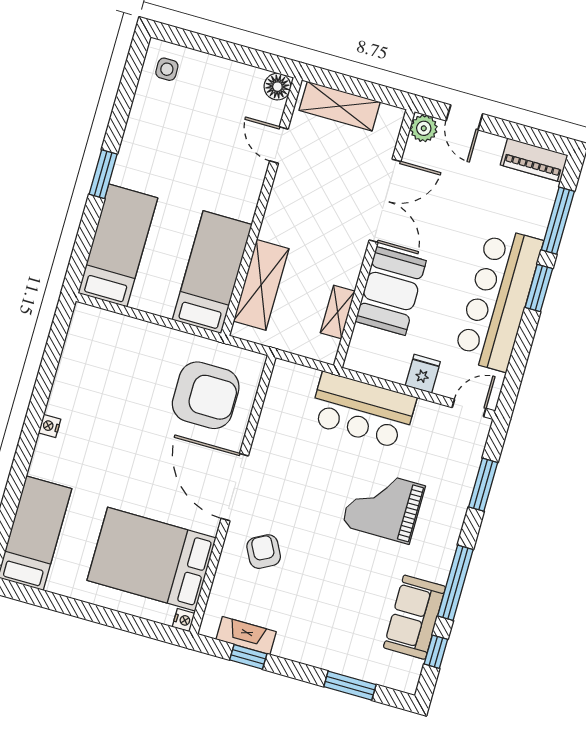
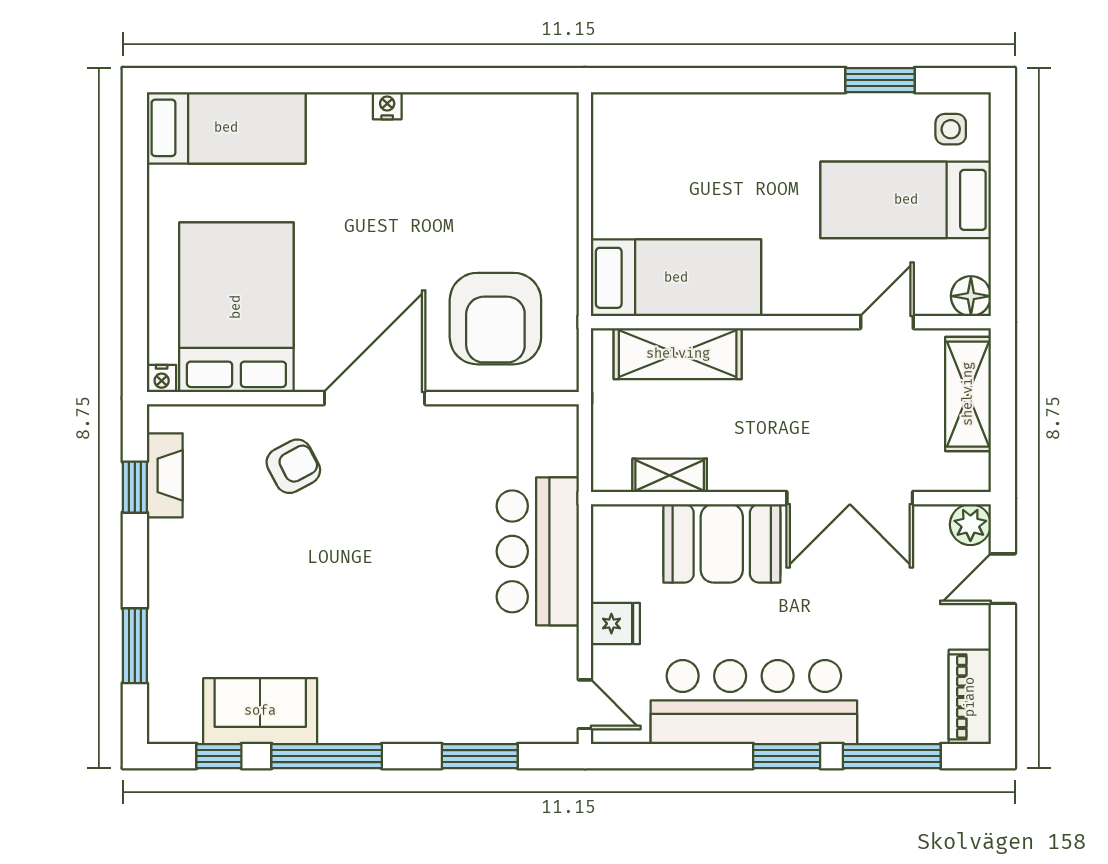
window: (103, 174) -> (880, 80), moved
bed: (118, 245) -> (906, 200), moved, turned 180
grand piano: (383, 506) -> (409, 621), removed

